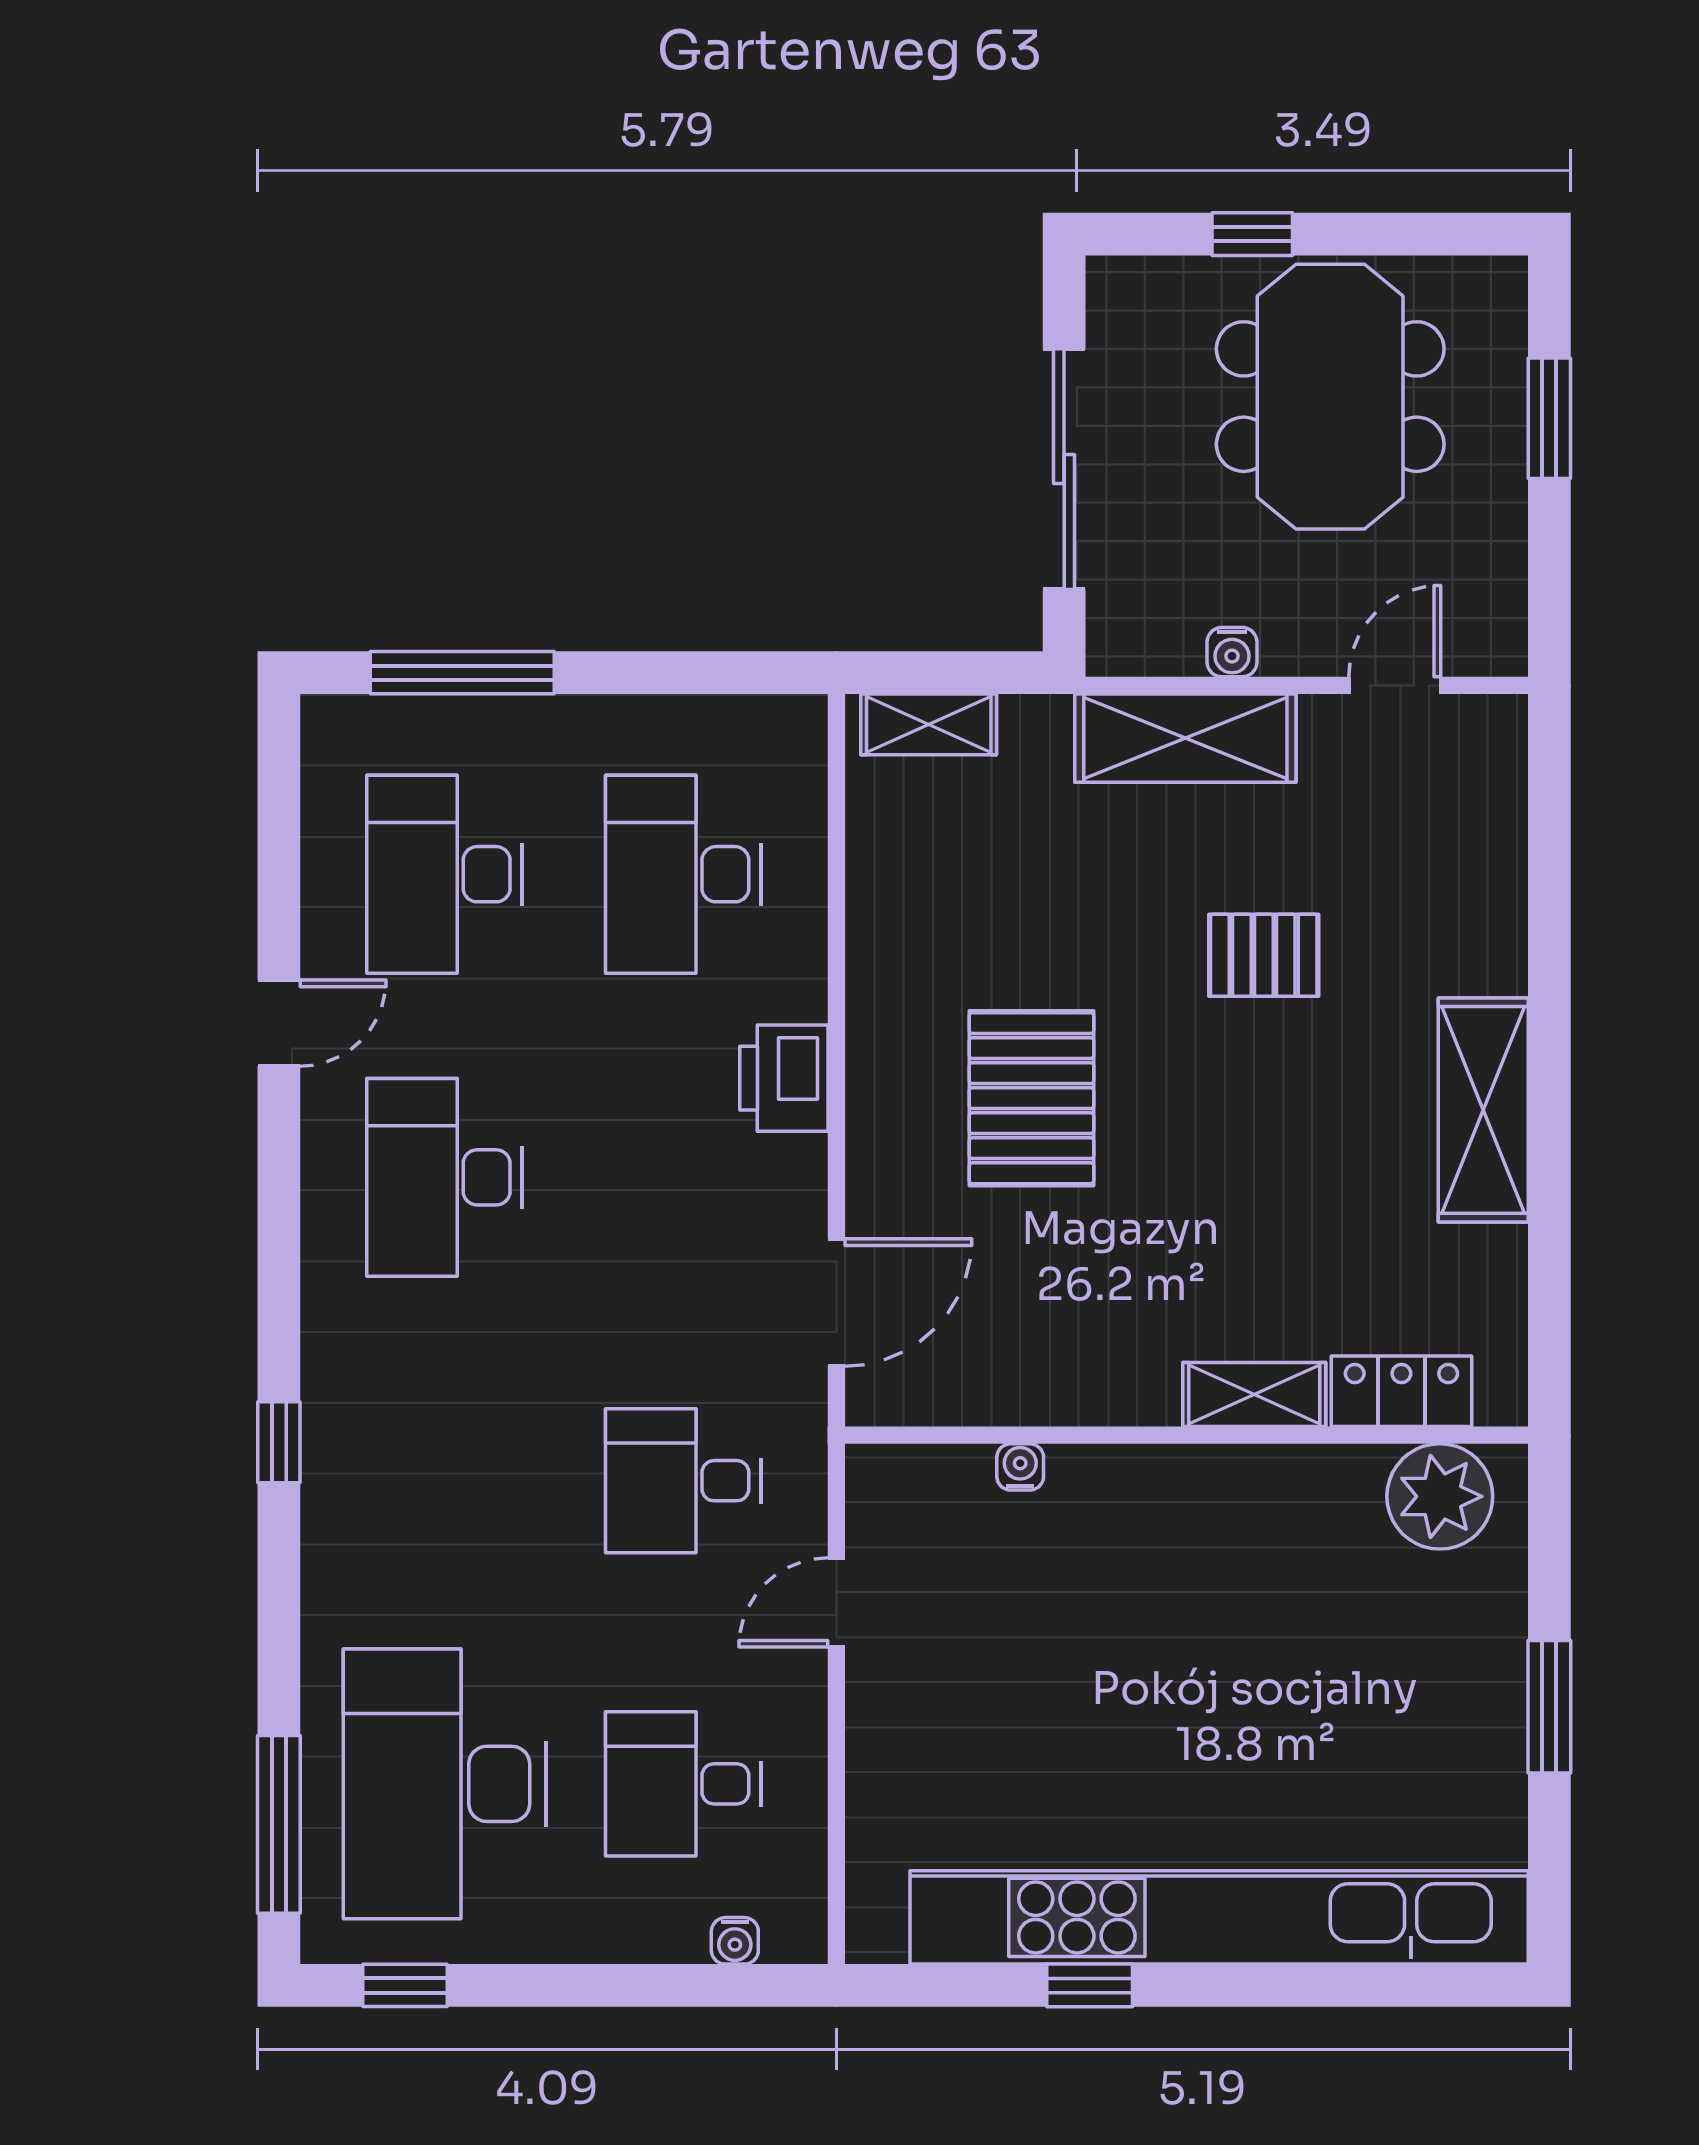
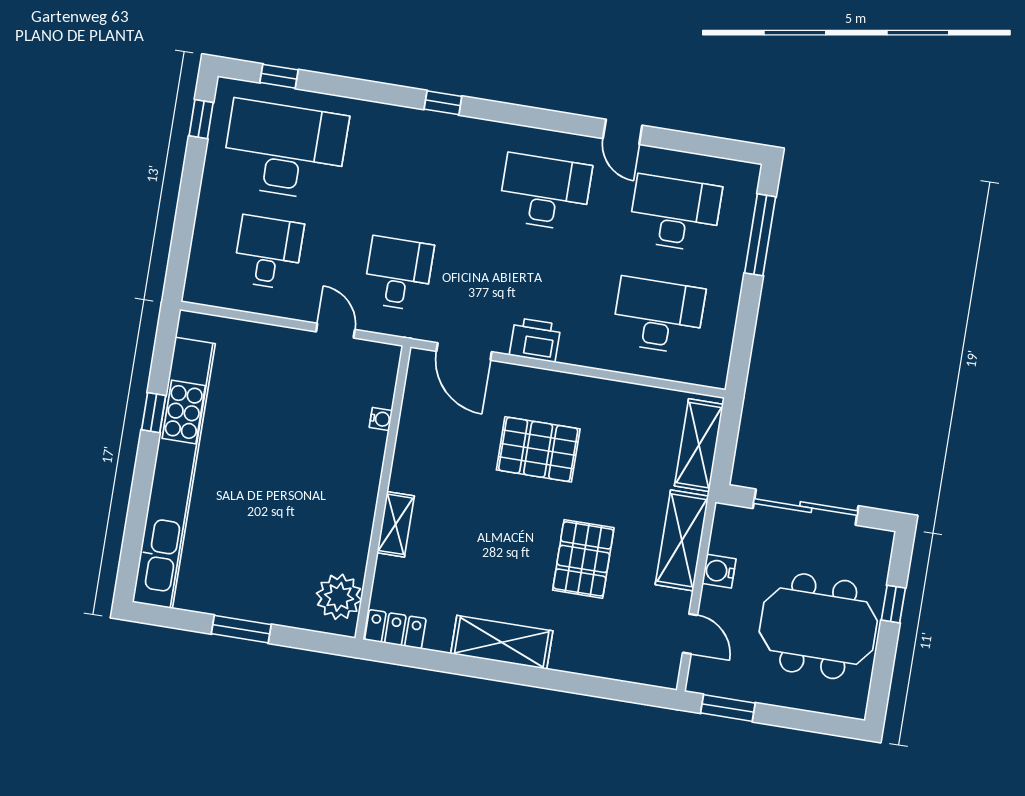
window: (1549, 418) -> (728, 708), moved
water cooler: (1232, 652) -> (719, 571), width x1.38, depth x1.38
shelving: (929, 724) -> (699, 445), width x1.50, depth x1.33
pallet: (1264, 955) -> (583, 559), width x1.50, depth x1.42
printer: (784, 1078) -> (535, 340), moved
locker: (1401, 1391) -> (395, 629), moved, turned -90
window: (279, 1824) -> (279, 76), width x0.46
water cooler: (735, 1941) -> (197, 264), removed

